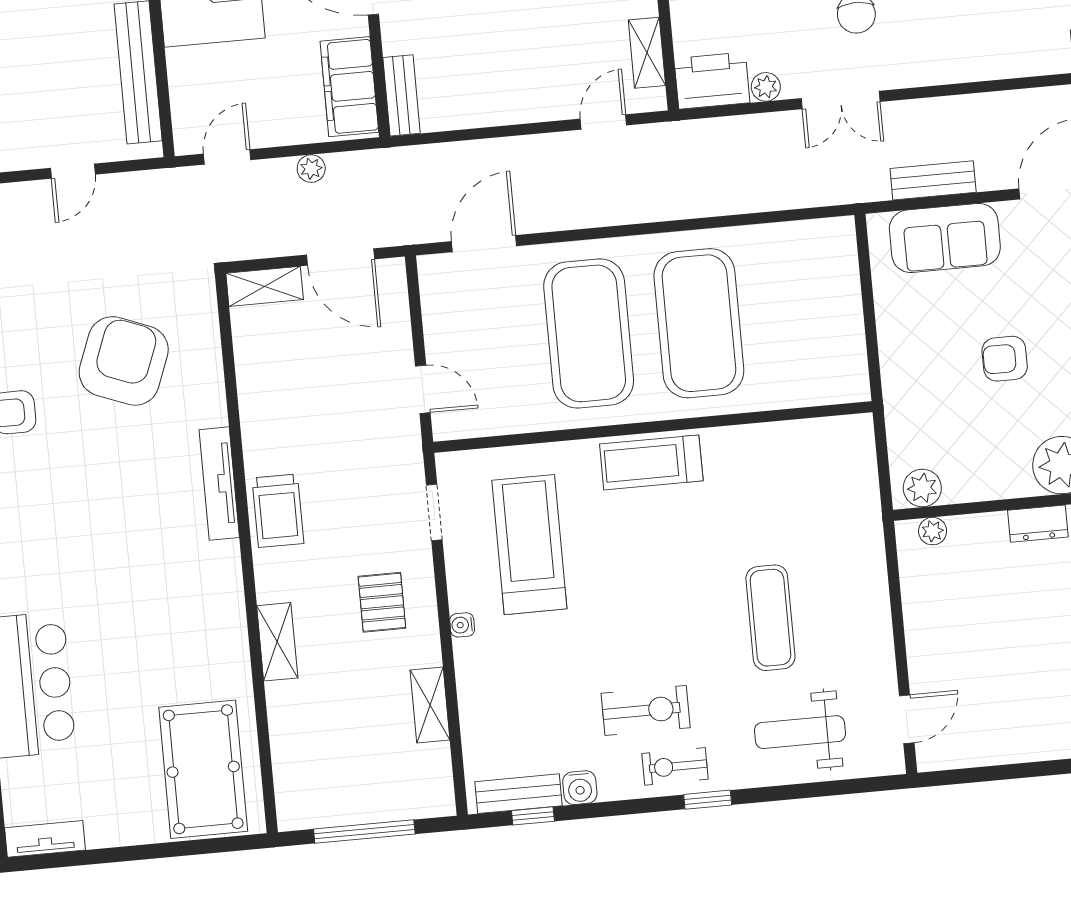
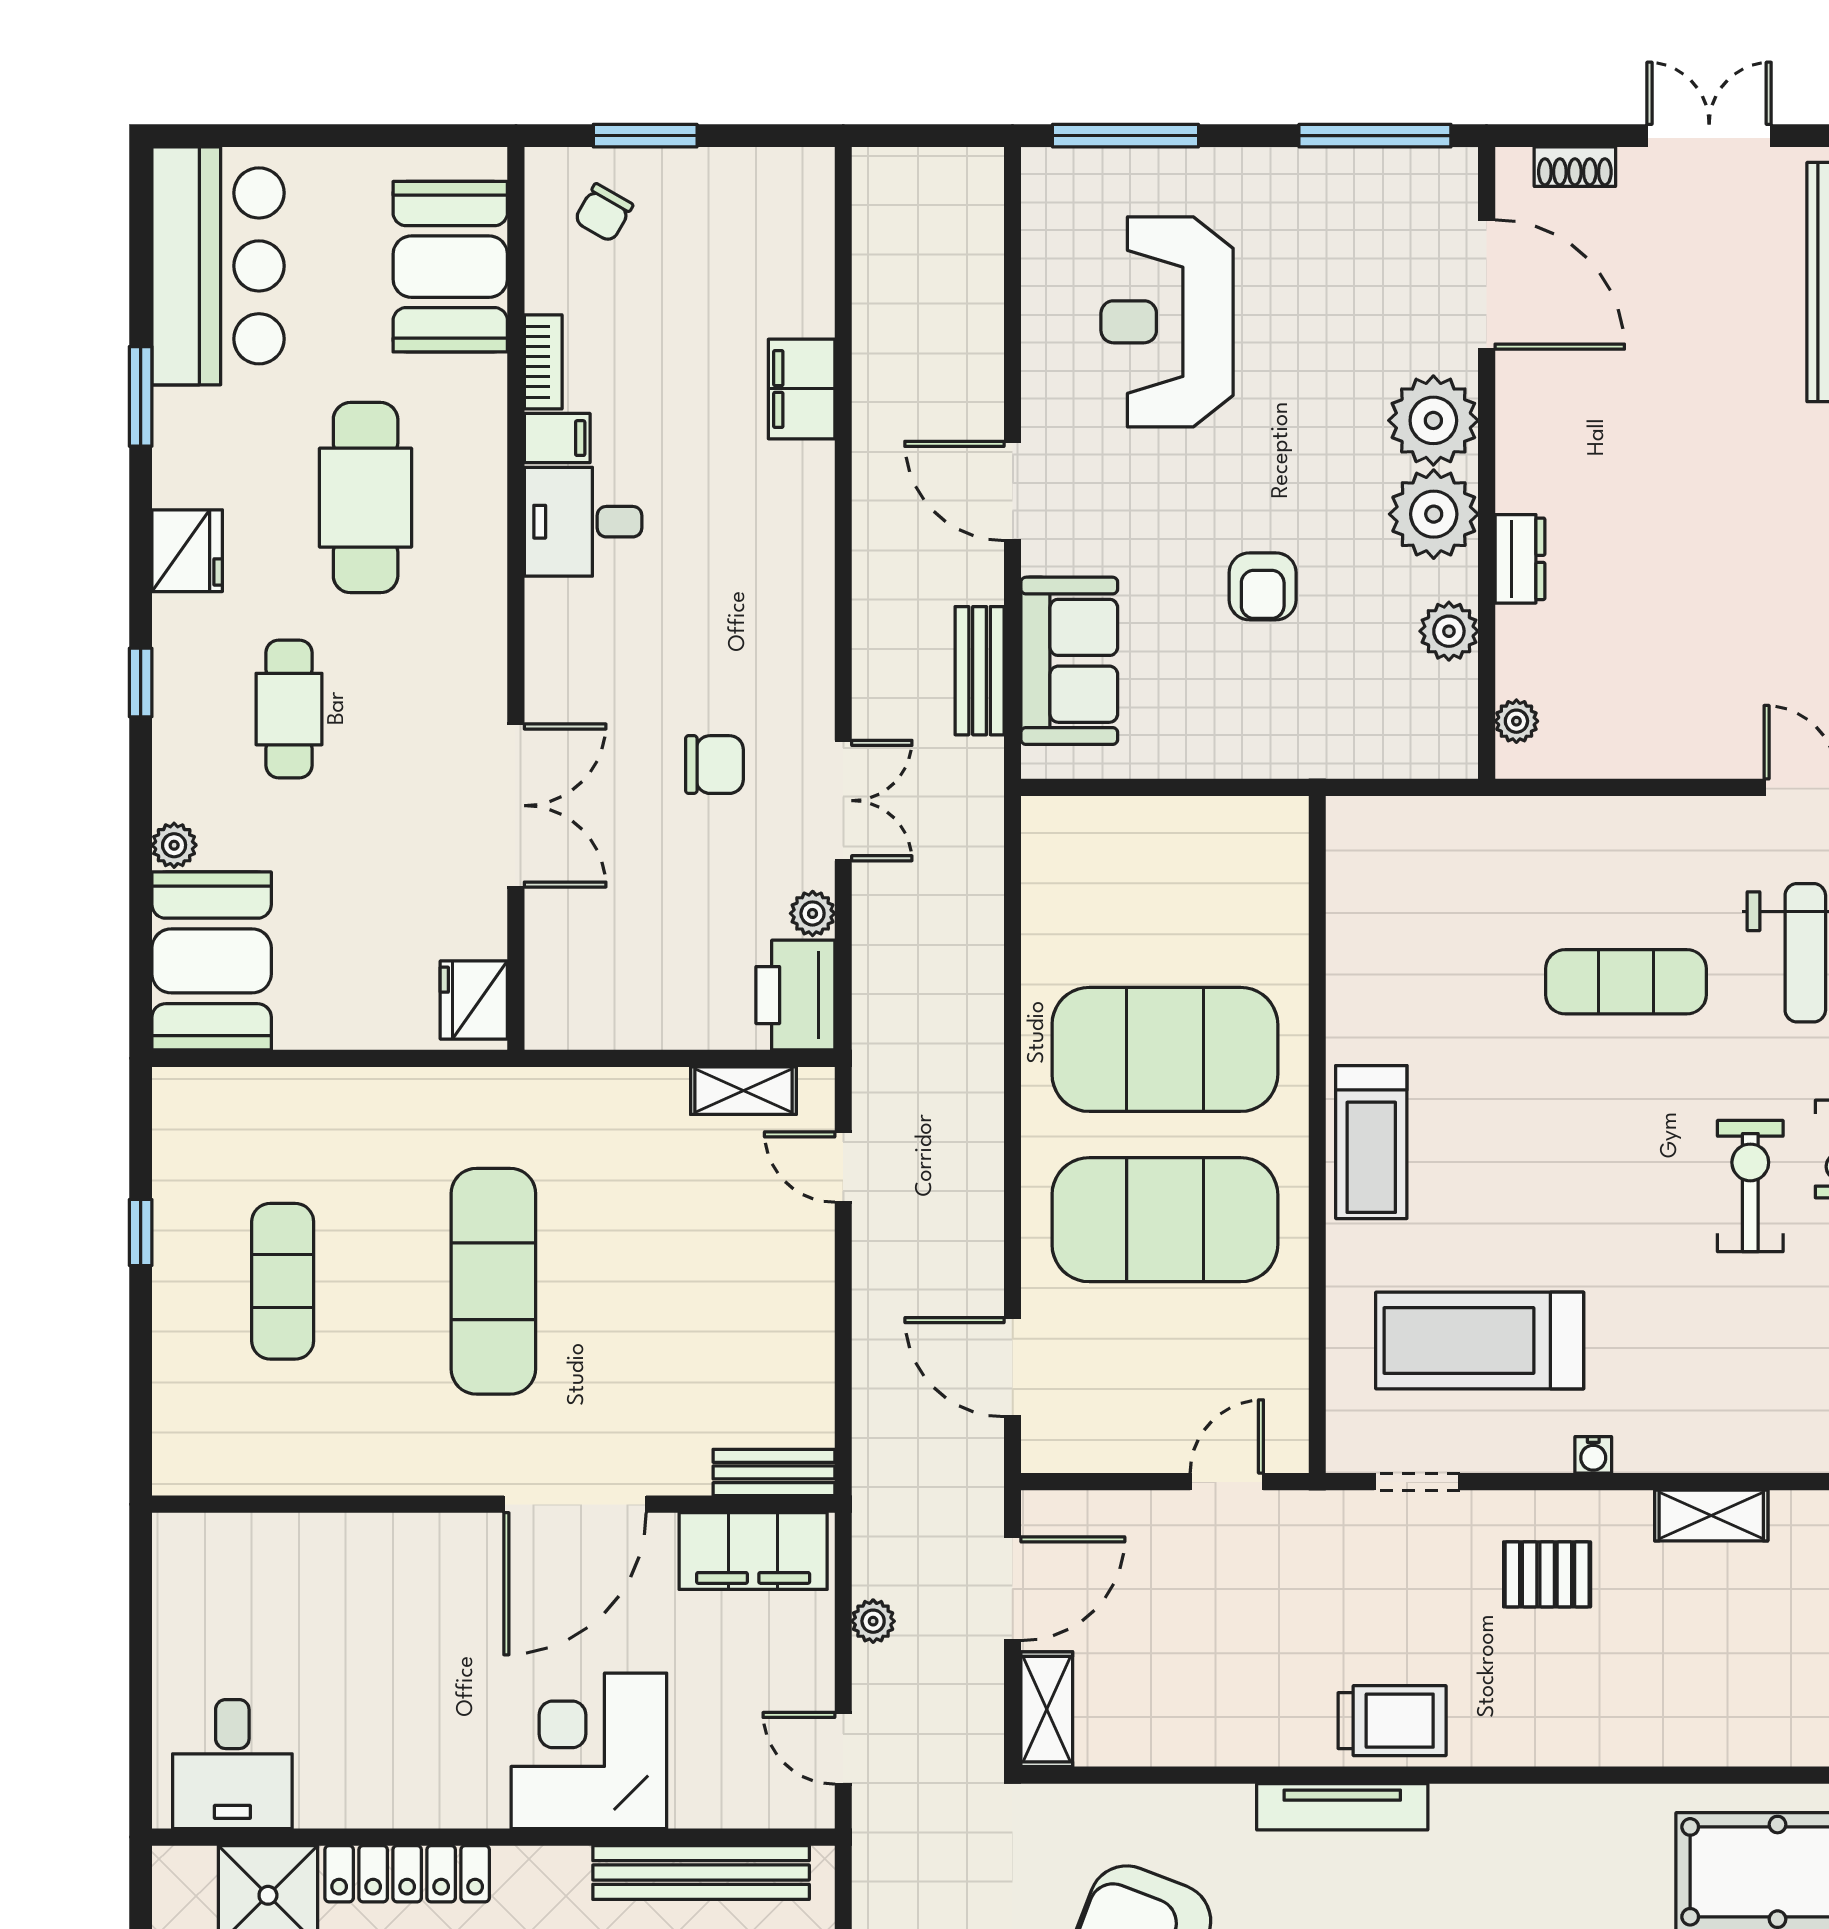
plant: (922, 488) -> (1449, 631), moved
shelving: (277, 642) -> (1593, 1740), removed

